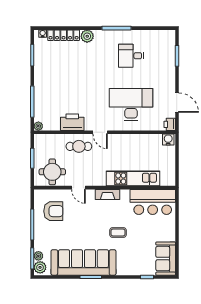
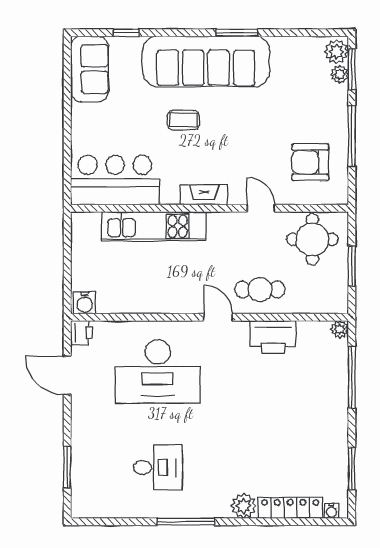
sofa: (83, 262) -> (206, 61), moved

